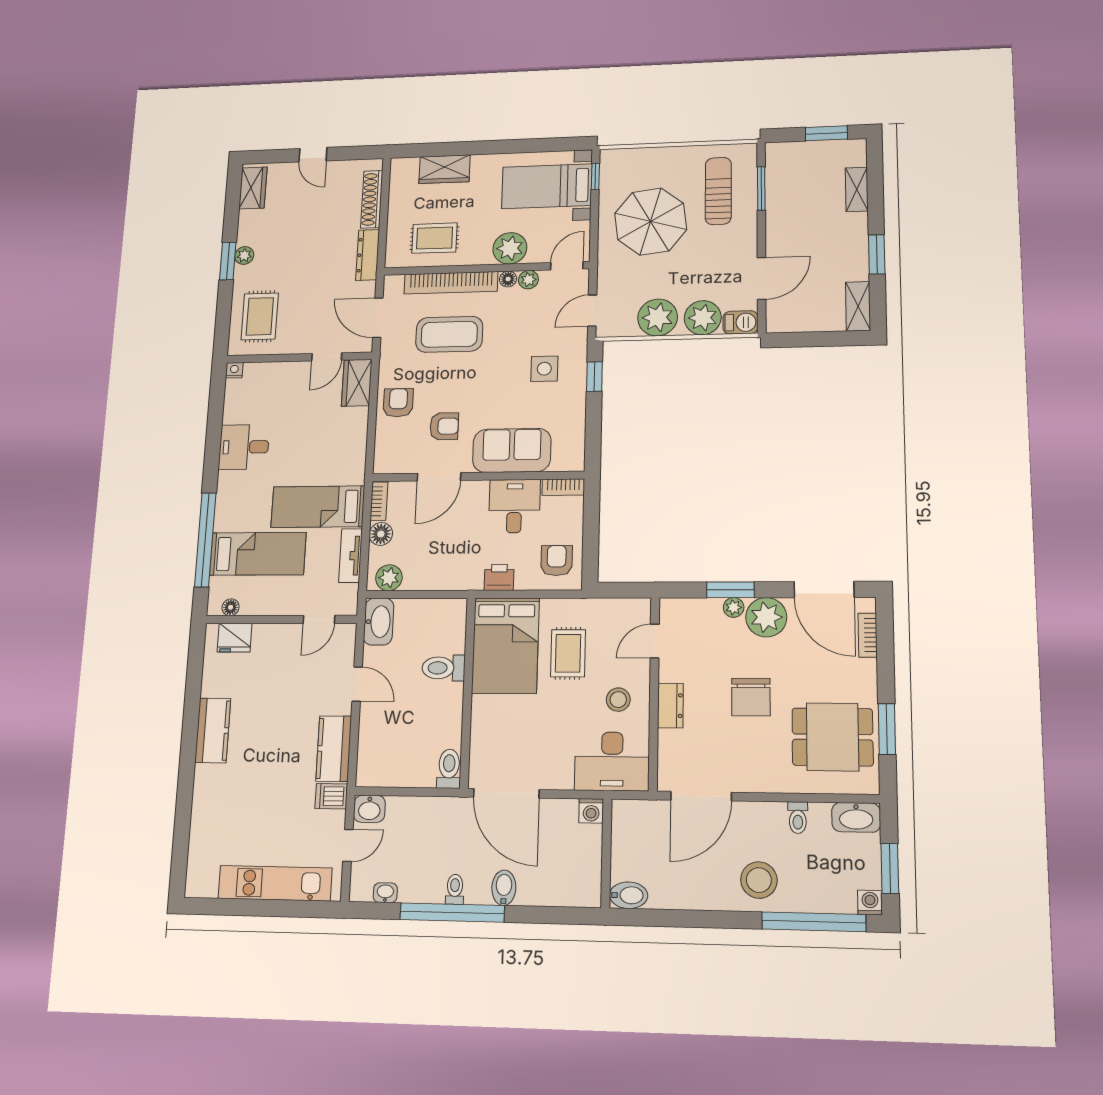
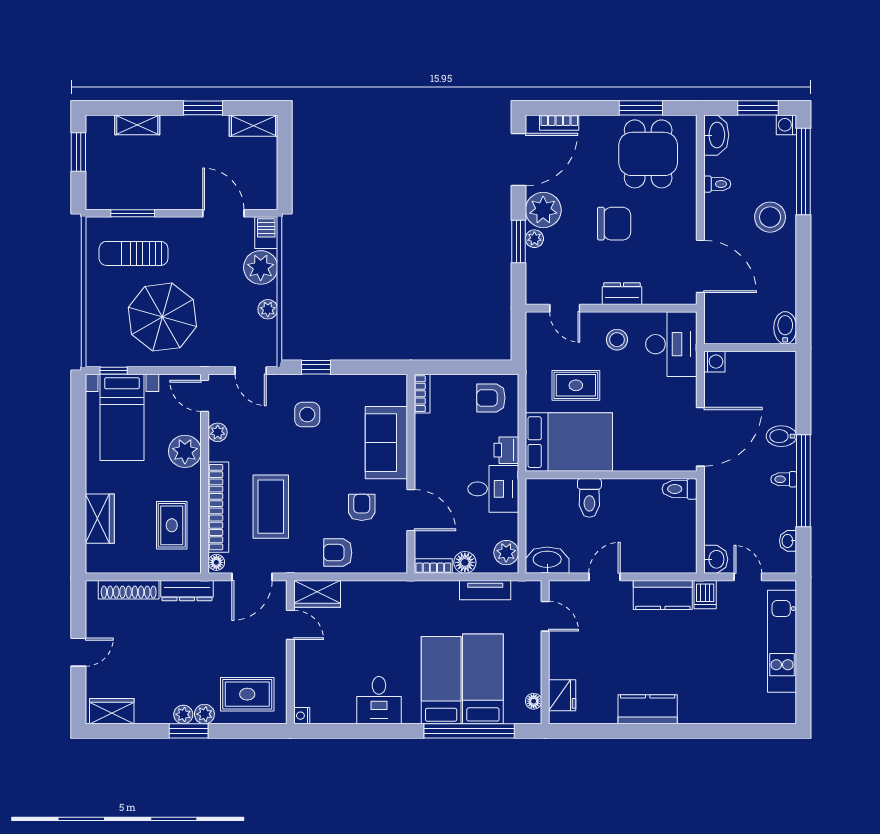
plant: (243, 276) -> (204, 714), added
floor lamp: (508, 279) -> (216, 562), moved
plant: (658, 317) -> (268, 309), width x0.53, depth x0.53
desk: (514, 506) -> (493, 489), moved, turned 180
bed: (318, 507) -> (441, 680), moved, turned 180

